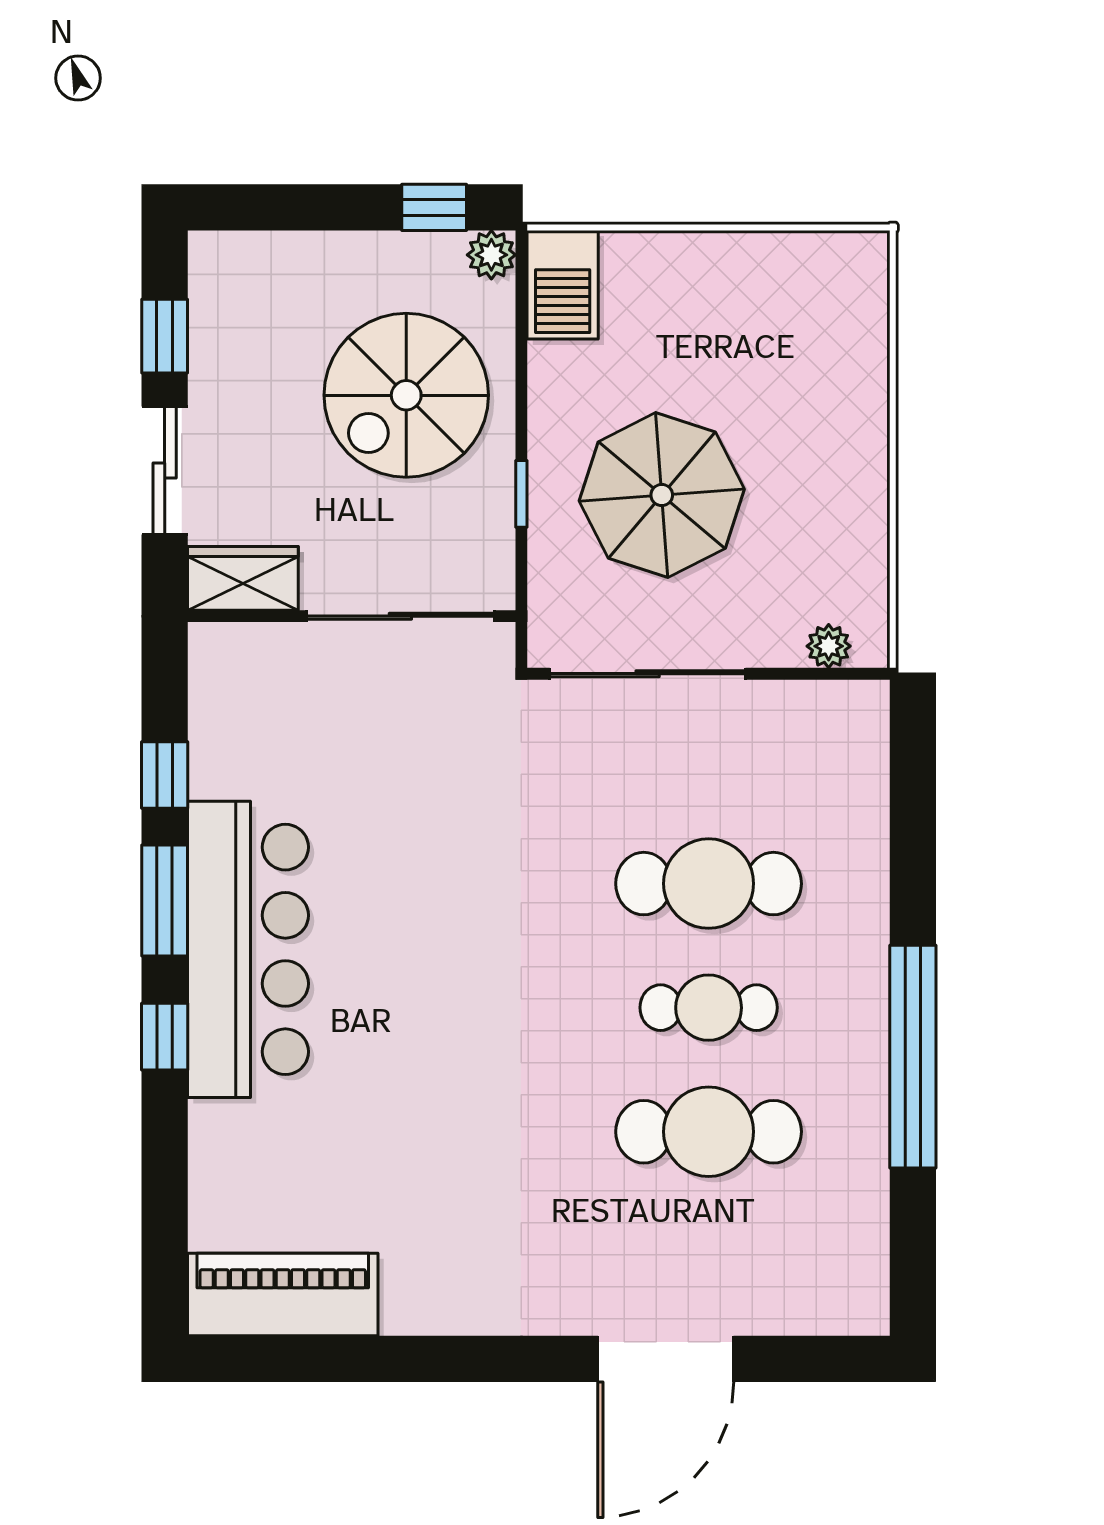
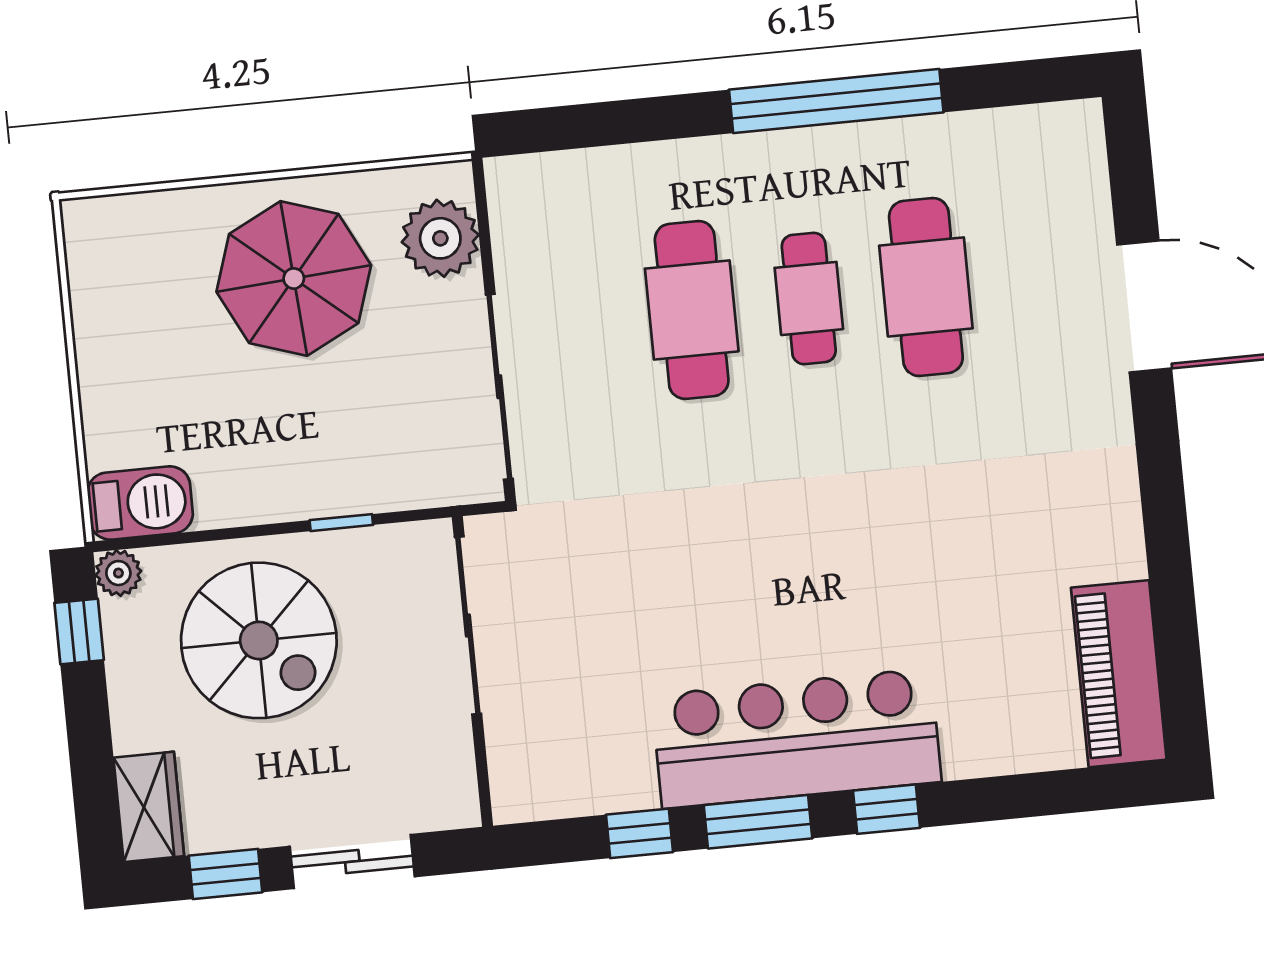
parasol: (662, 495) -> (294, 278), moved
wardrobe: (243, 578) -> (149, 807), moved, turned 180
plant: (829, 646) -> (440, 238), width x1.87, depth x1.87

